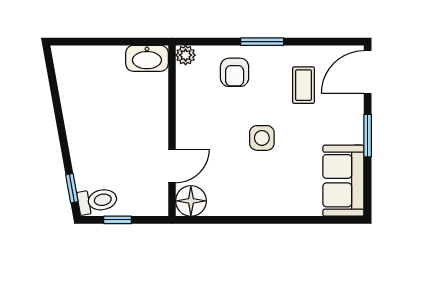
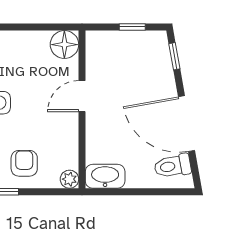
door: (59, 115) -> (186, 124), added
door: (172, 166) -> (82, 96), moved
toilet: (97, 201) -> (173, 166), moved

